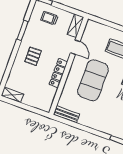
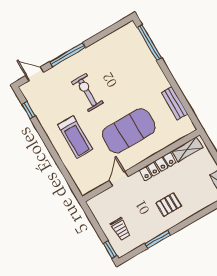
shelving: (76, 26) -> (187, 149), moved
bench: (66, 114) -> (174, 103), moved

